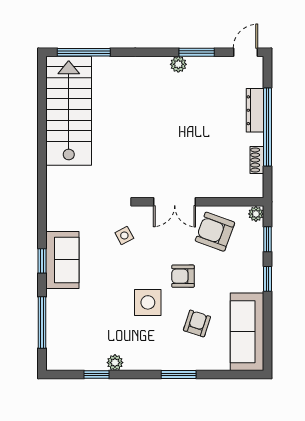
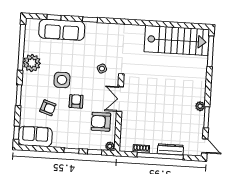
armchair: (215, 232) -> (101, 122), turned -110
sofa: (62, 260) -> (62, 30), moved, width x1.36
window: (42, 322) -> (54, 17), width x0.46
sofa: (247, 332) -> (35, 136), width x0.73
plant: (115, 363) -> (32, 63), width x1.88, depth x1.88
window: (96, 375) -> (22, 47), width x3.17
window: (243, 375) -> (16, 133), added

